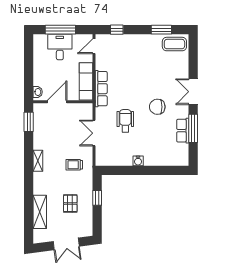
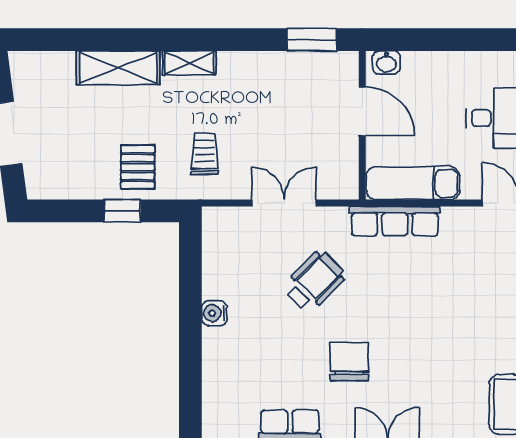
wheelchair: (125, 121) -> (314, 282), turned -45
shelving: (38, 161) -> (189, 63), moved
pallet: (70, 203) -> (138, 167), moved, turned 90
shelving: (40, 212) -> (118, 68), moved

